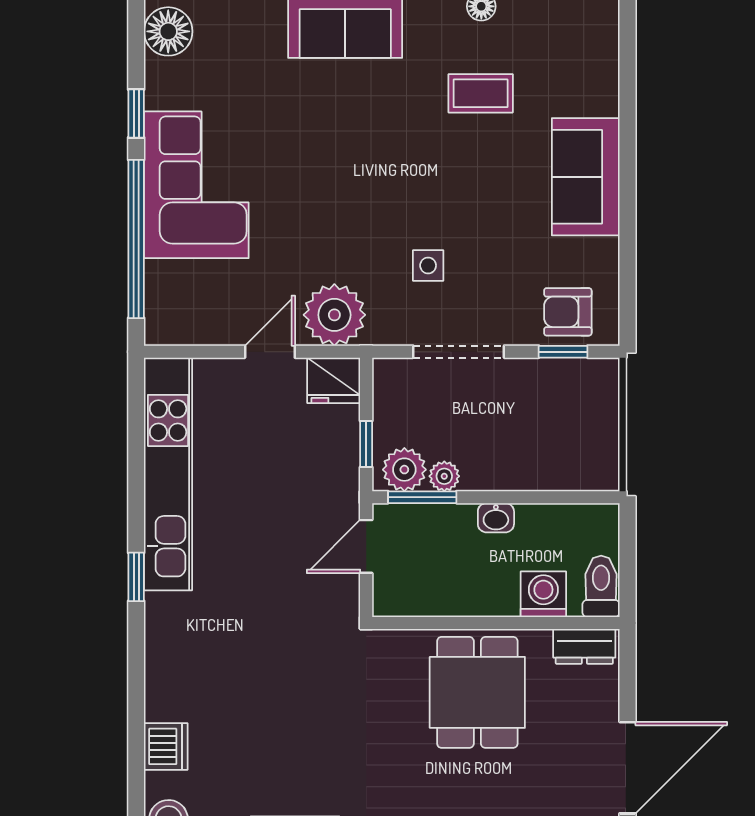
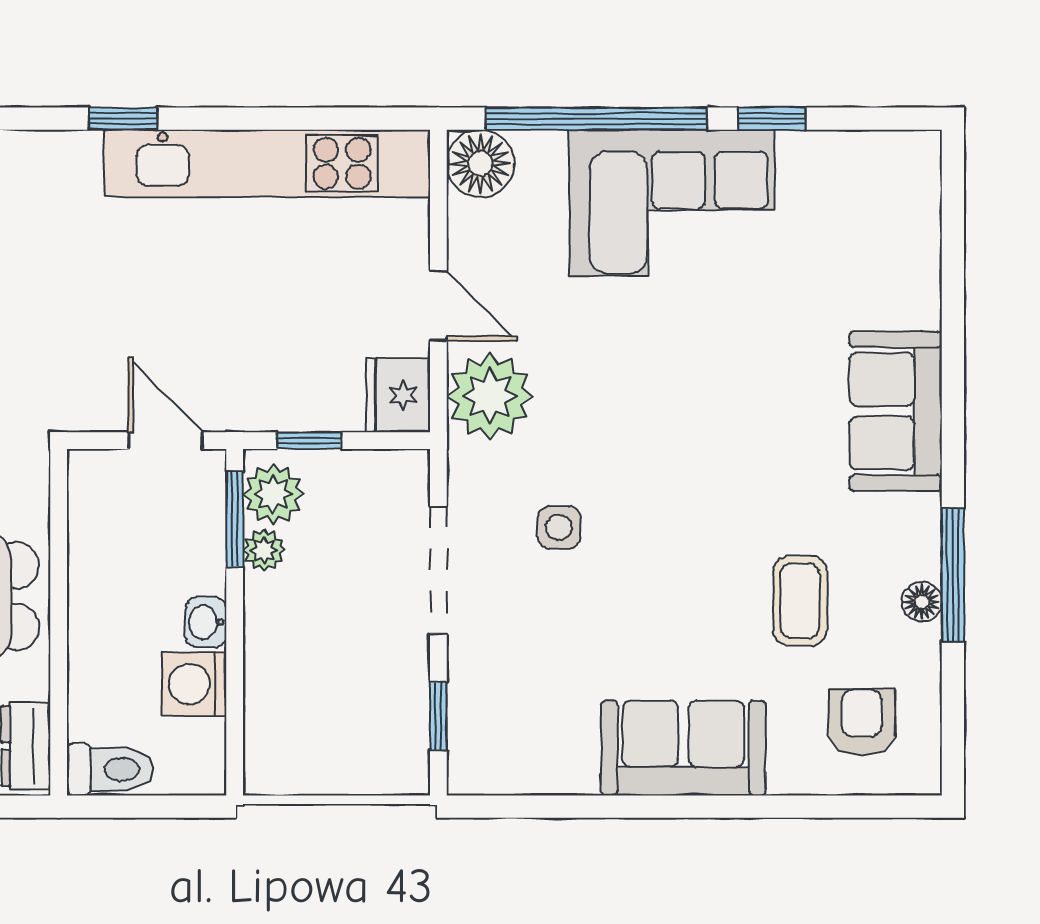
floor lamp: (168, 31) -> (480, 164), moved
armchair: (568, 312) -> (862, 722), moved
washing machine: (543, 594) -> (194, 684), moved, turned 180

